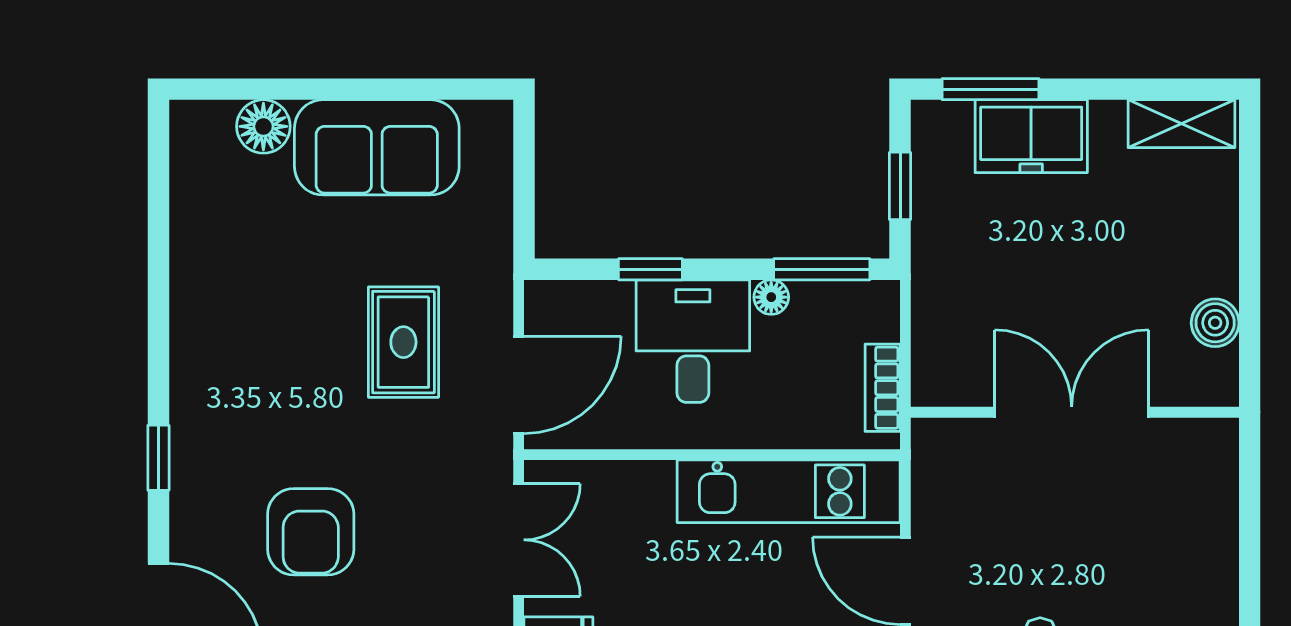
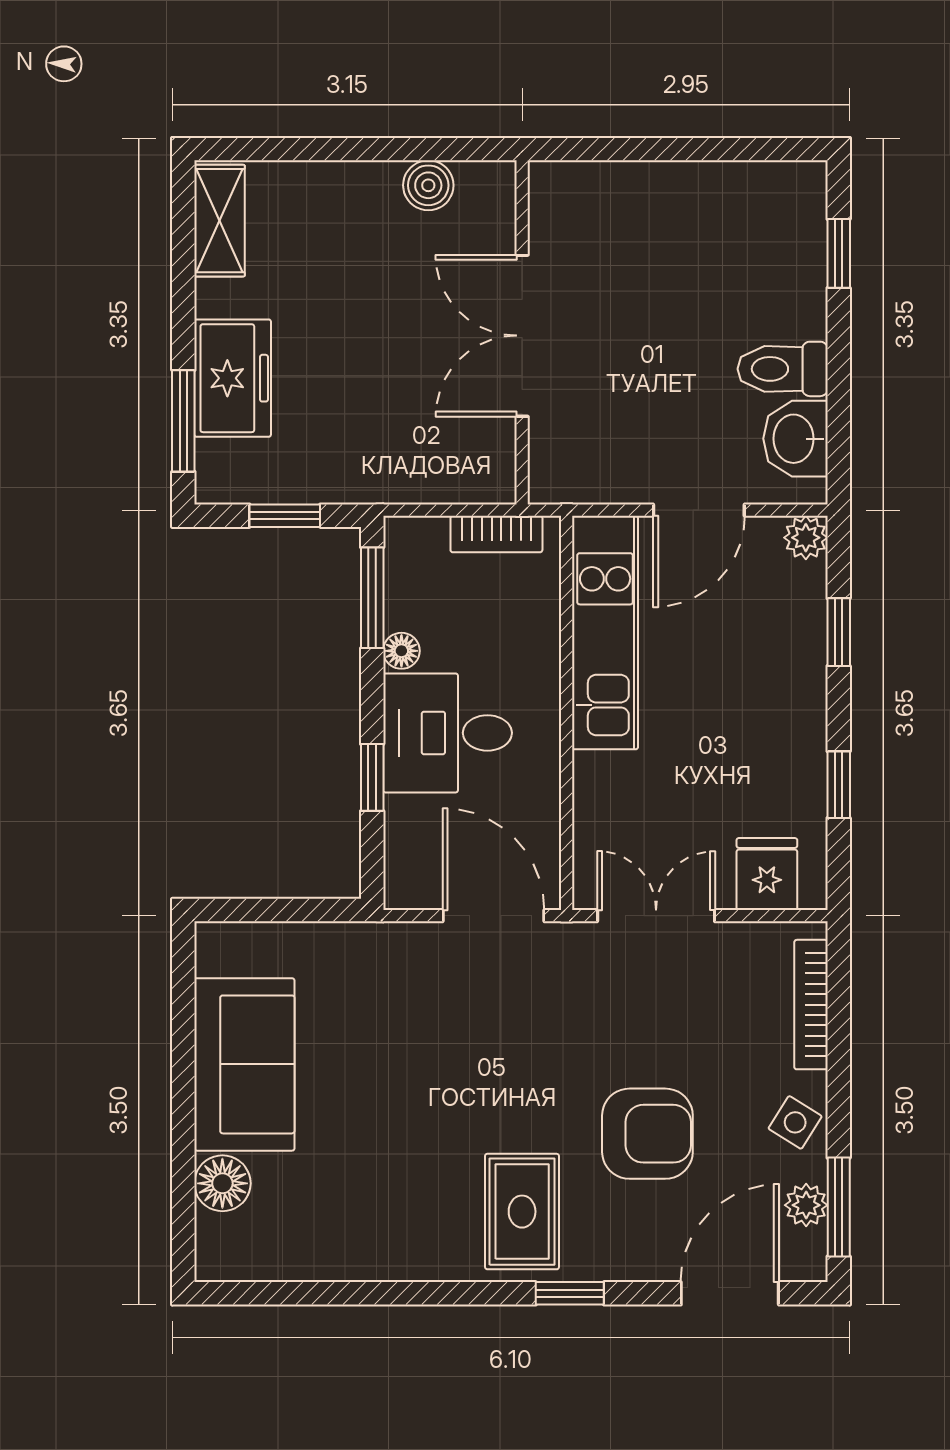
rug: (403, 342) -> (522, 1212), moved, turned 90

